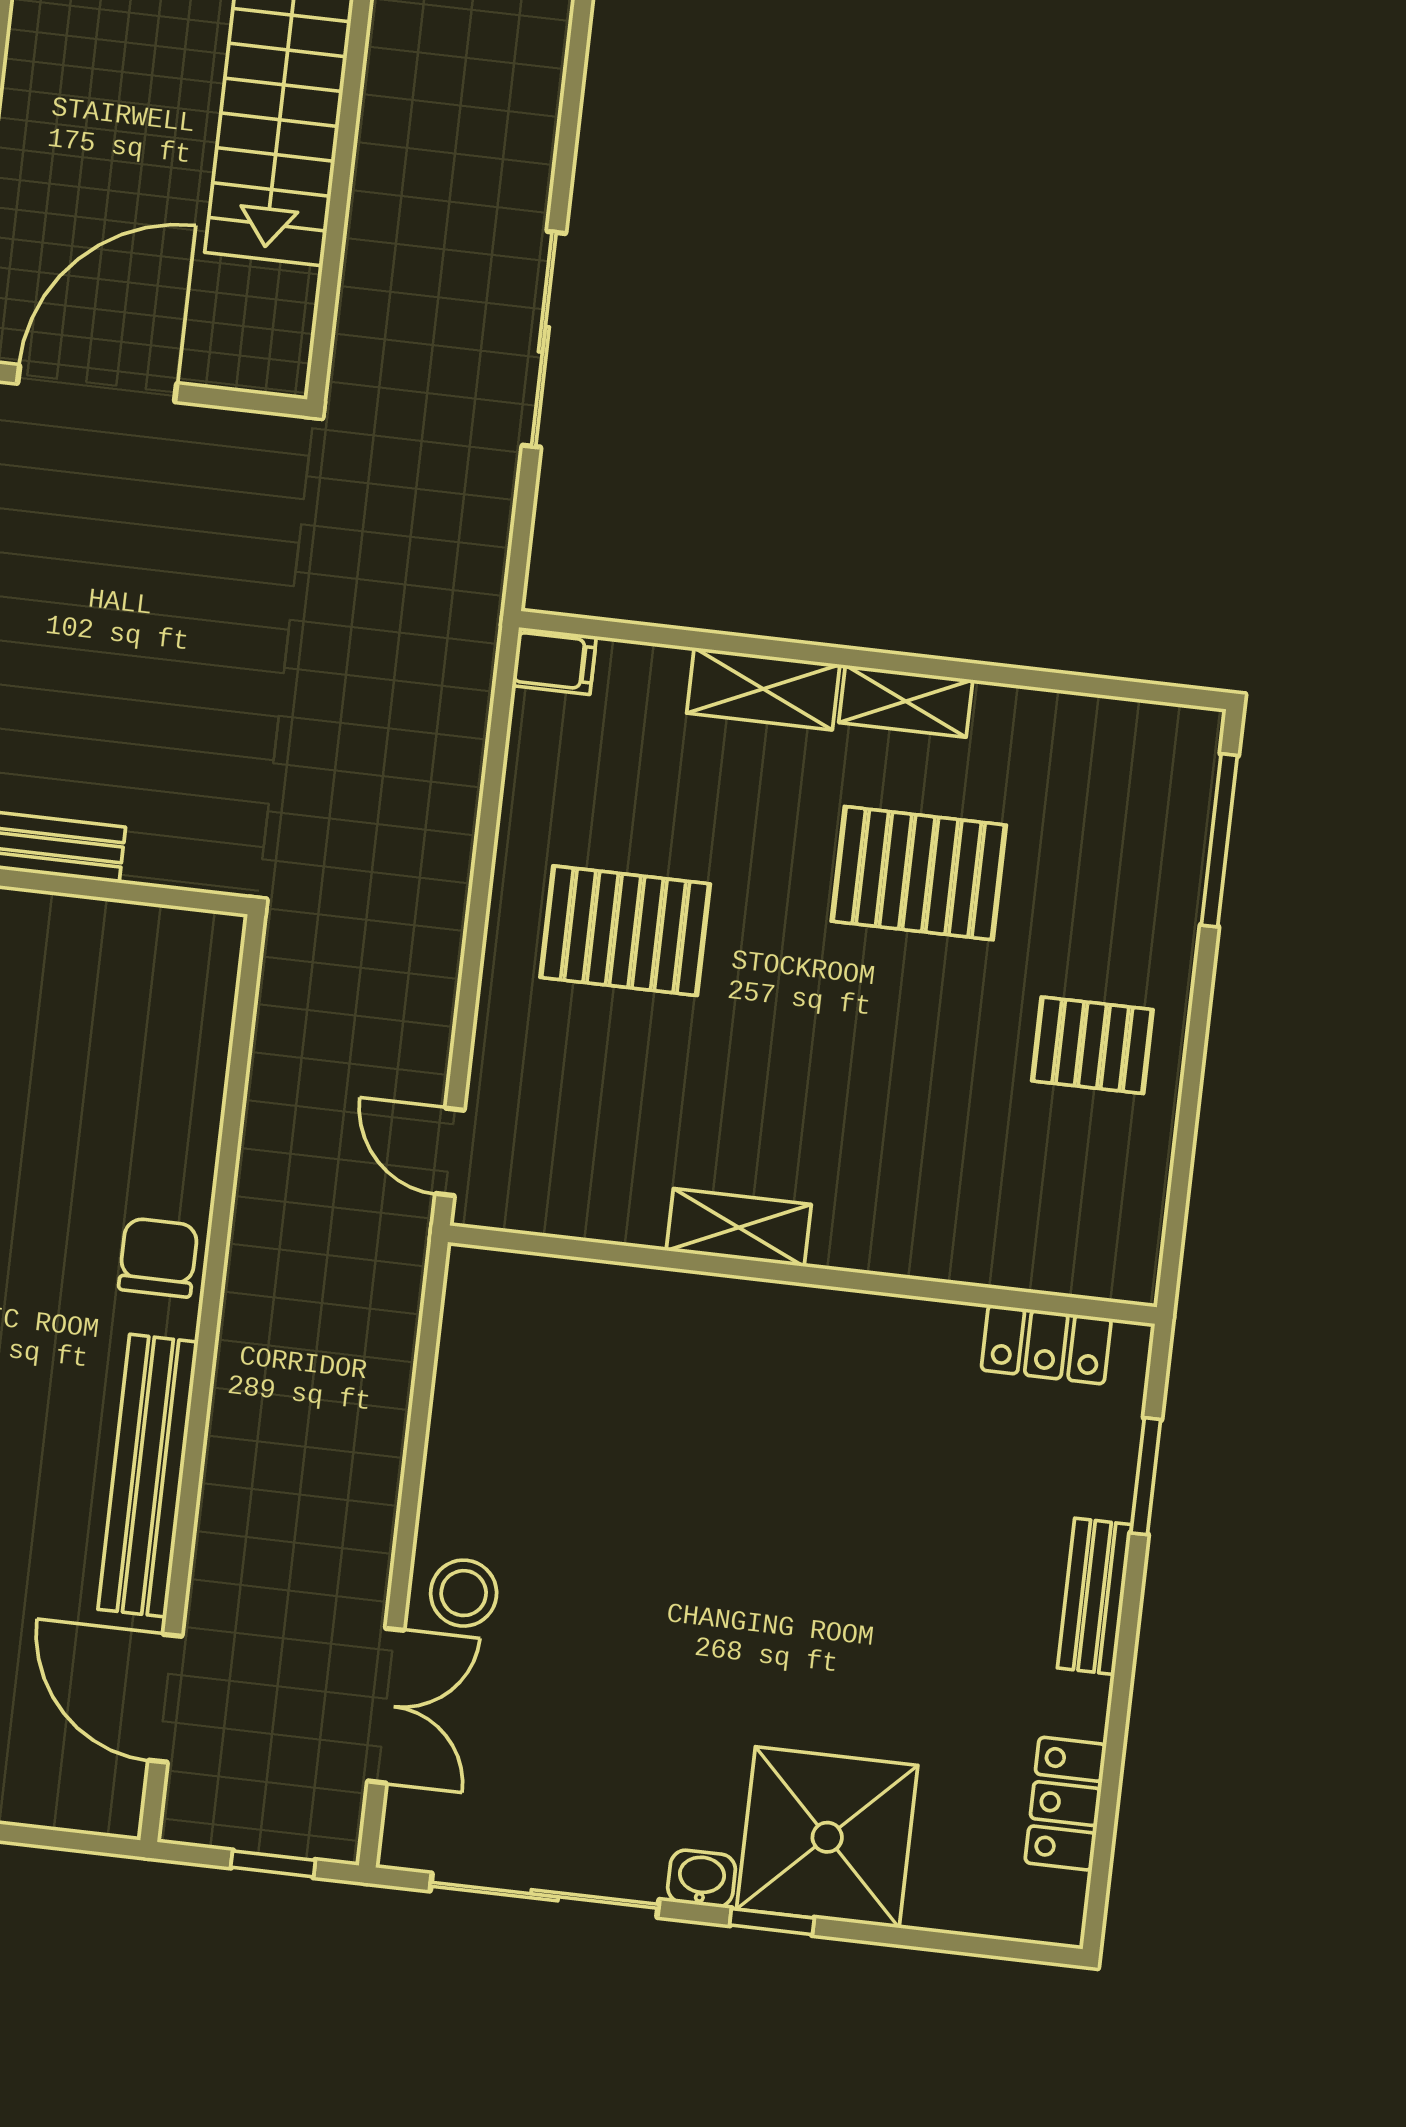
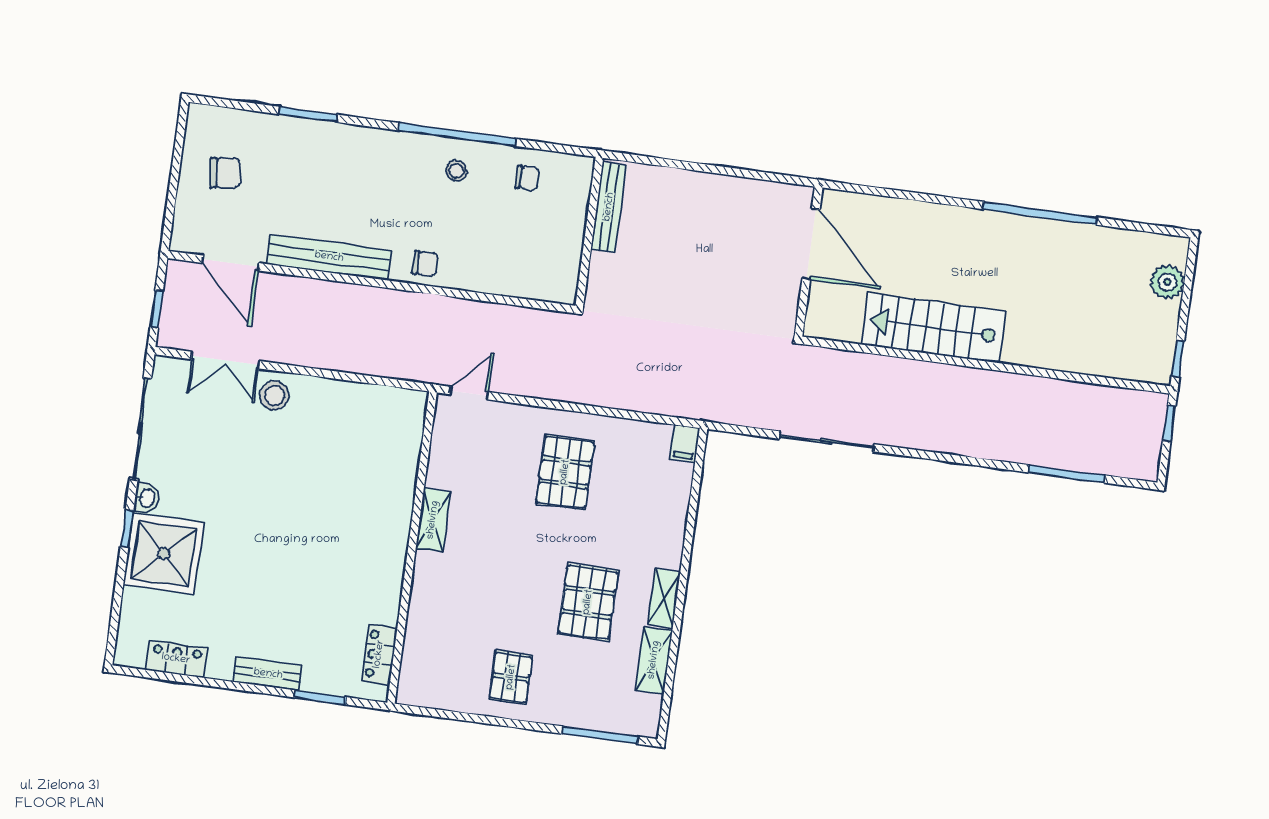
shelving: (763, 689) -> (654, 660), moved
chair: (158, 1257) -> (425, 264), width x0.73, depth x0.73
door: (165, 1698) -> (231, 263), swing flipped

